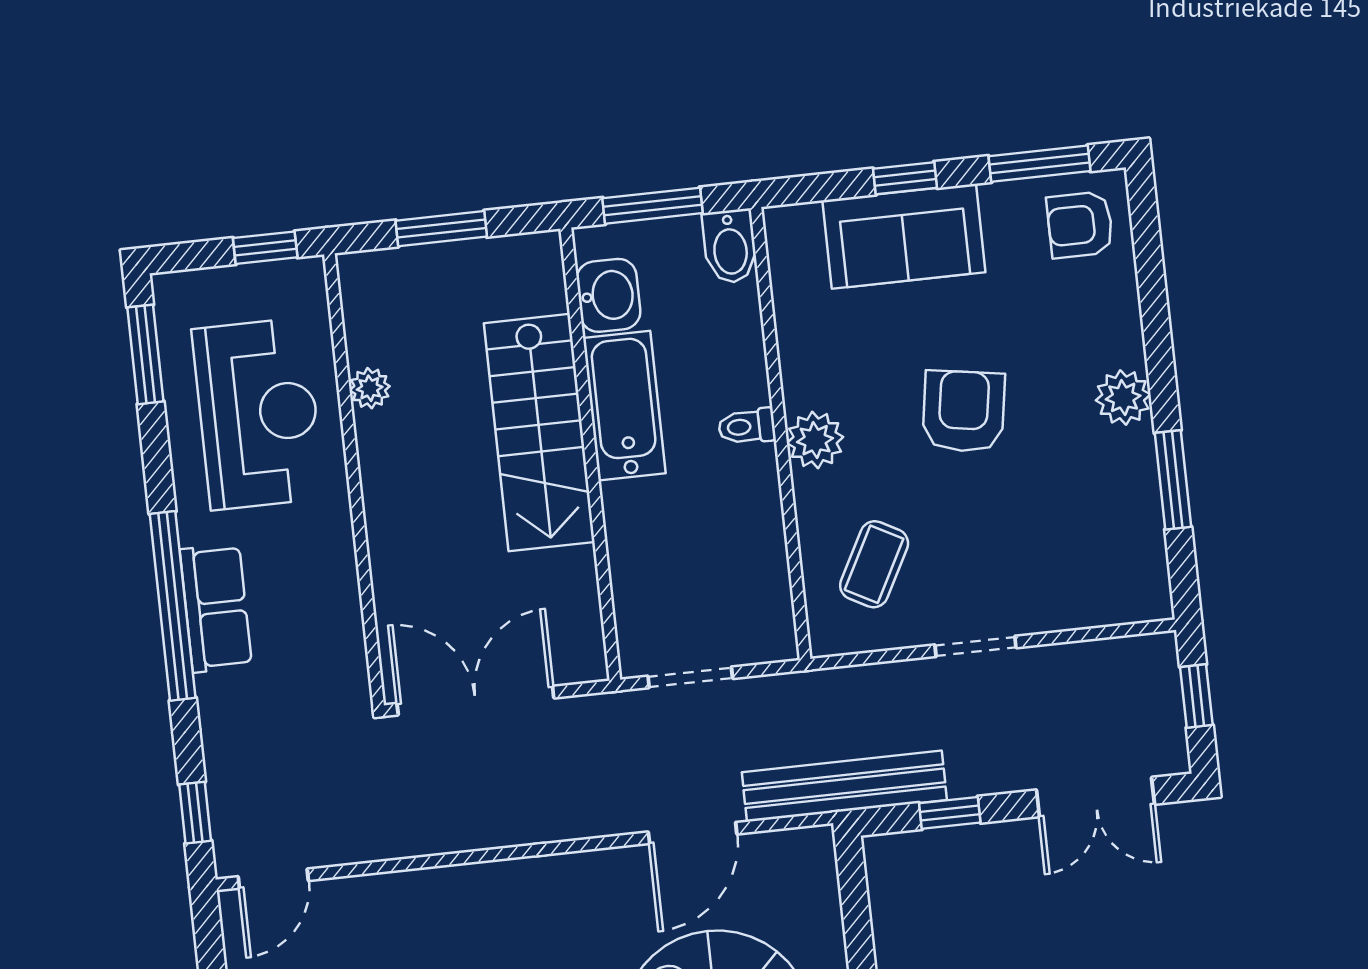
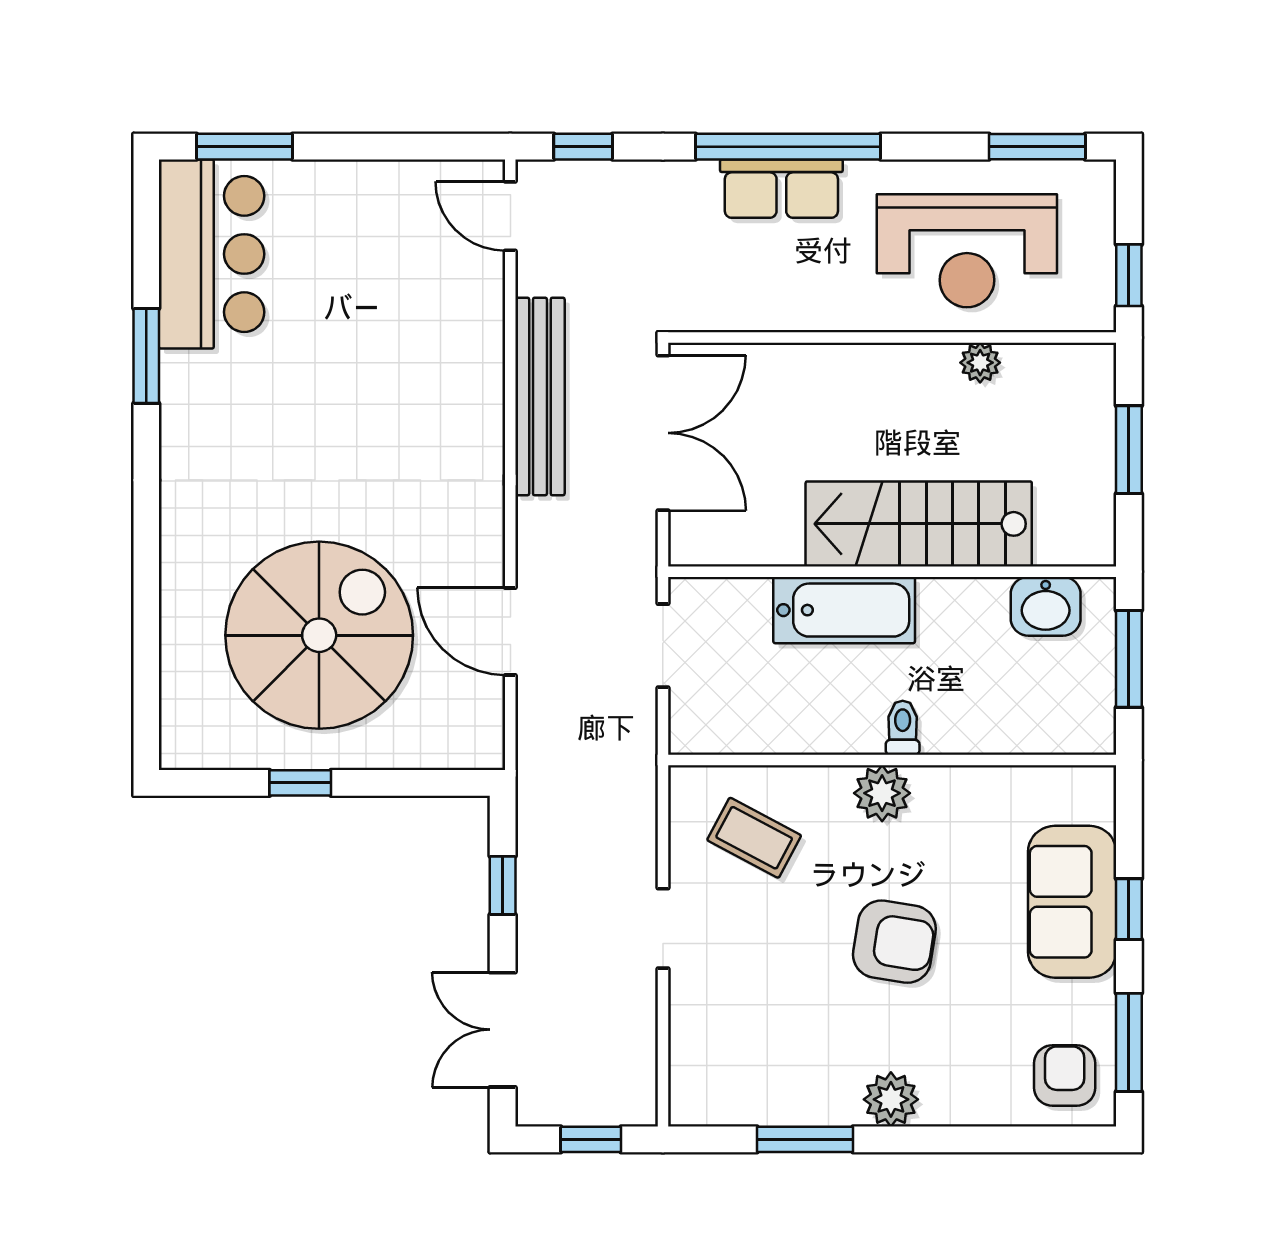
bidet: (730, 246) -> (1081, 730), removed
bathtub: (624, 406) -> (844, 610), moved
bench: (844, 786) -> (540, 396), moved

